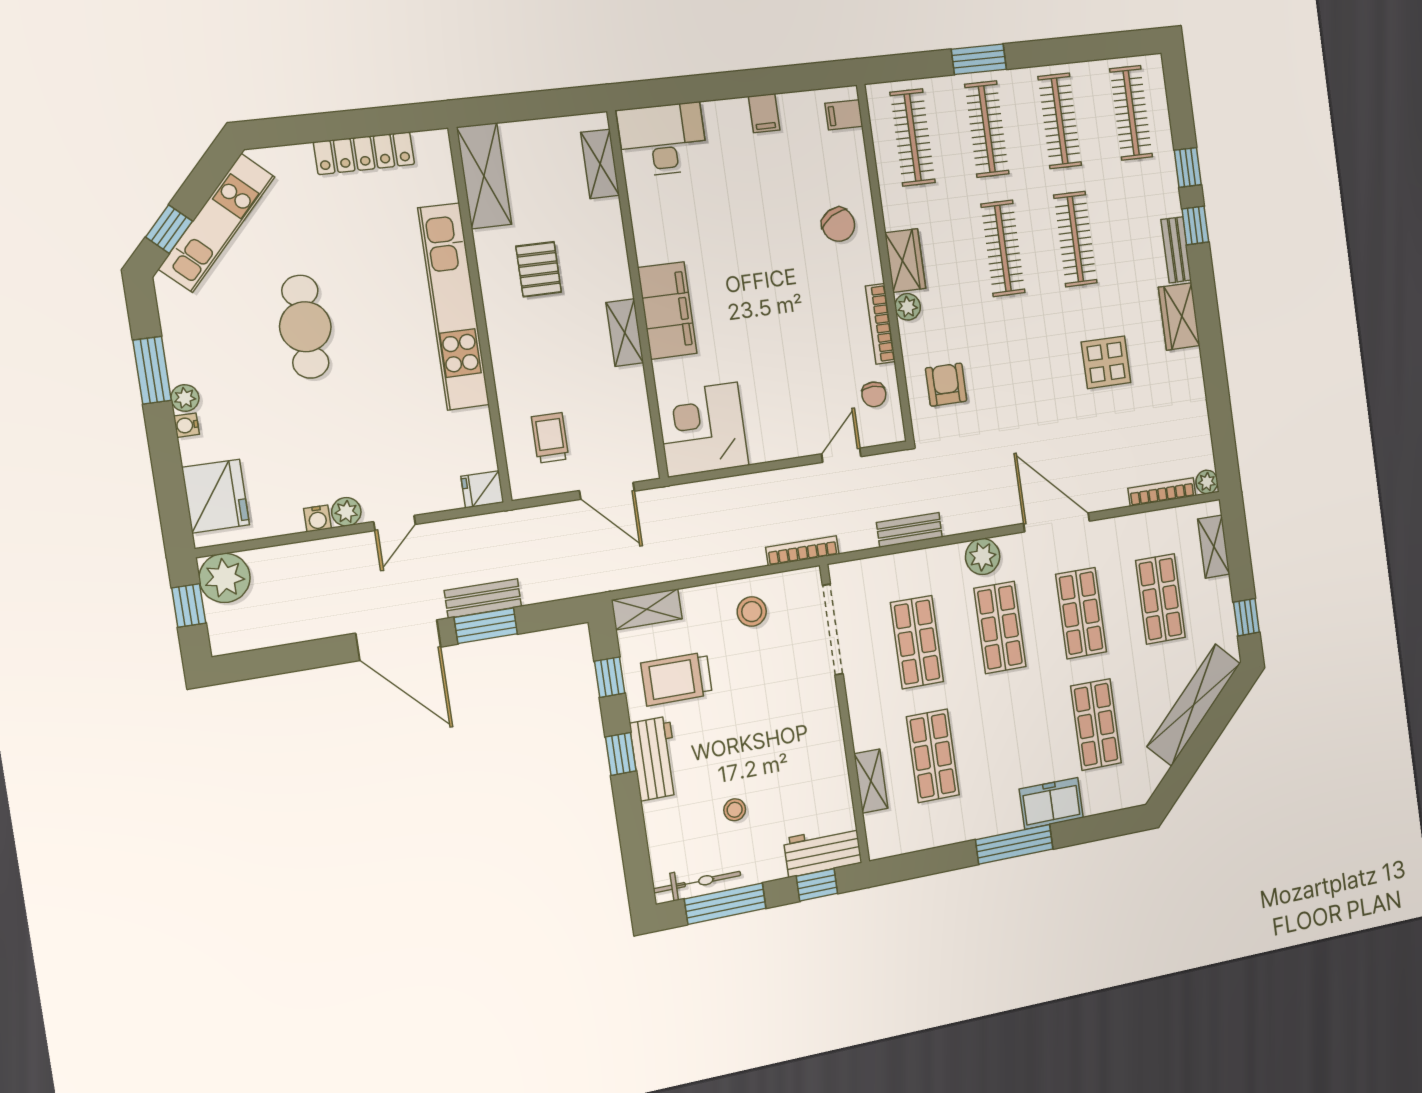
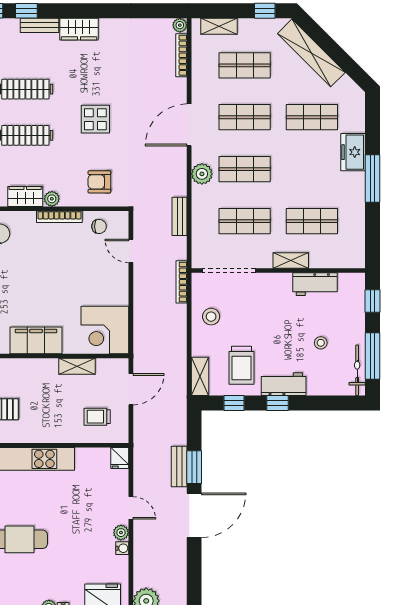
shelving: (625, 333) -> (77, 366), moved
display table: (1106, 362) -> (95, 119), moved
shelving: (871, 781) -> (291, 260), moved
workbench: (823, 851) -> (315, 284), moved, turned -90

